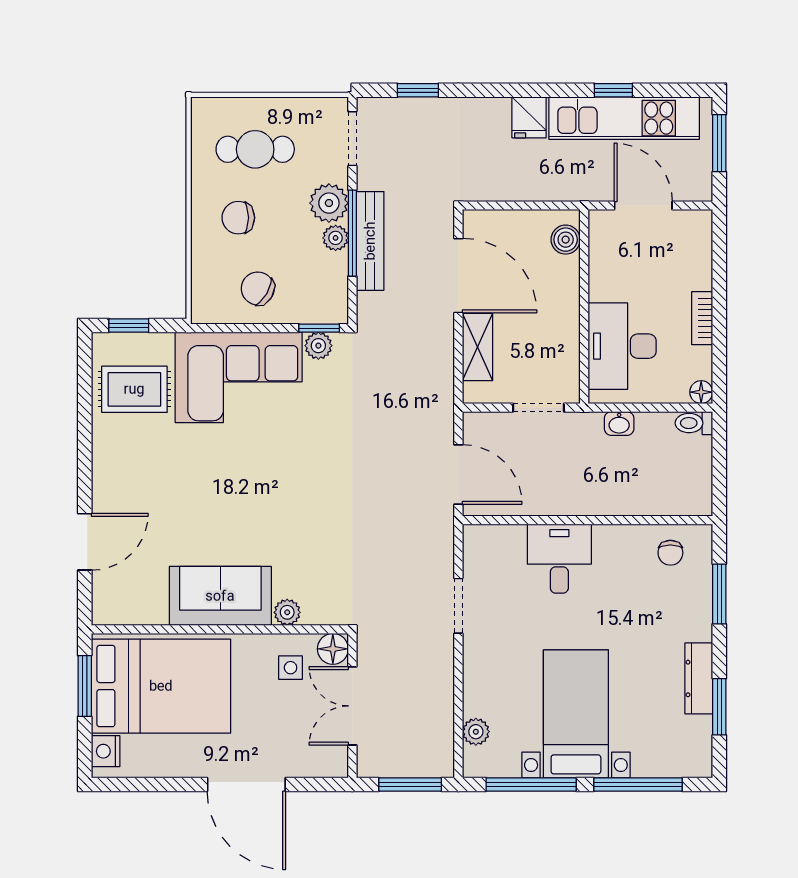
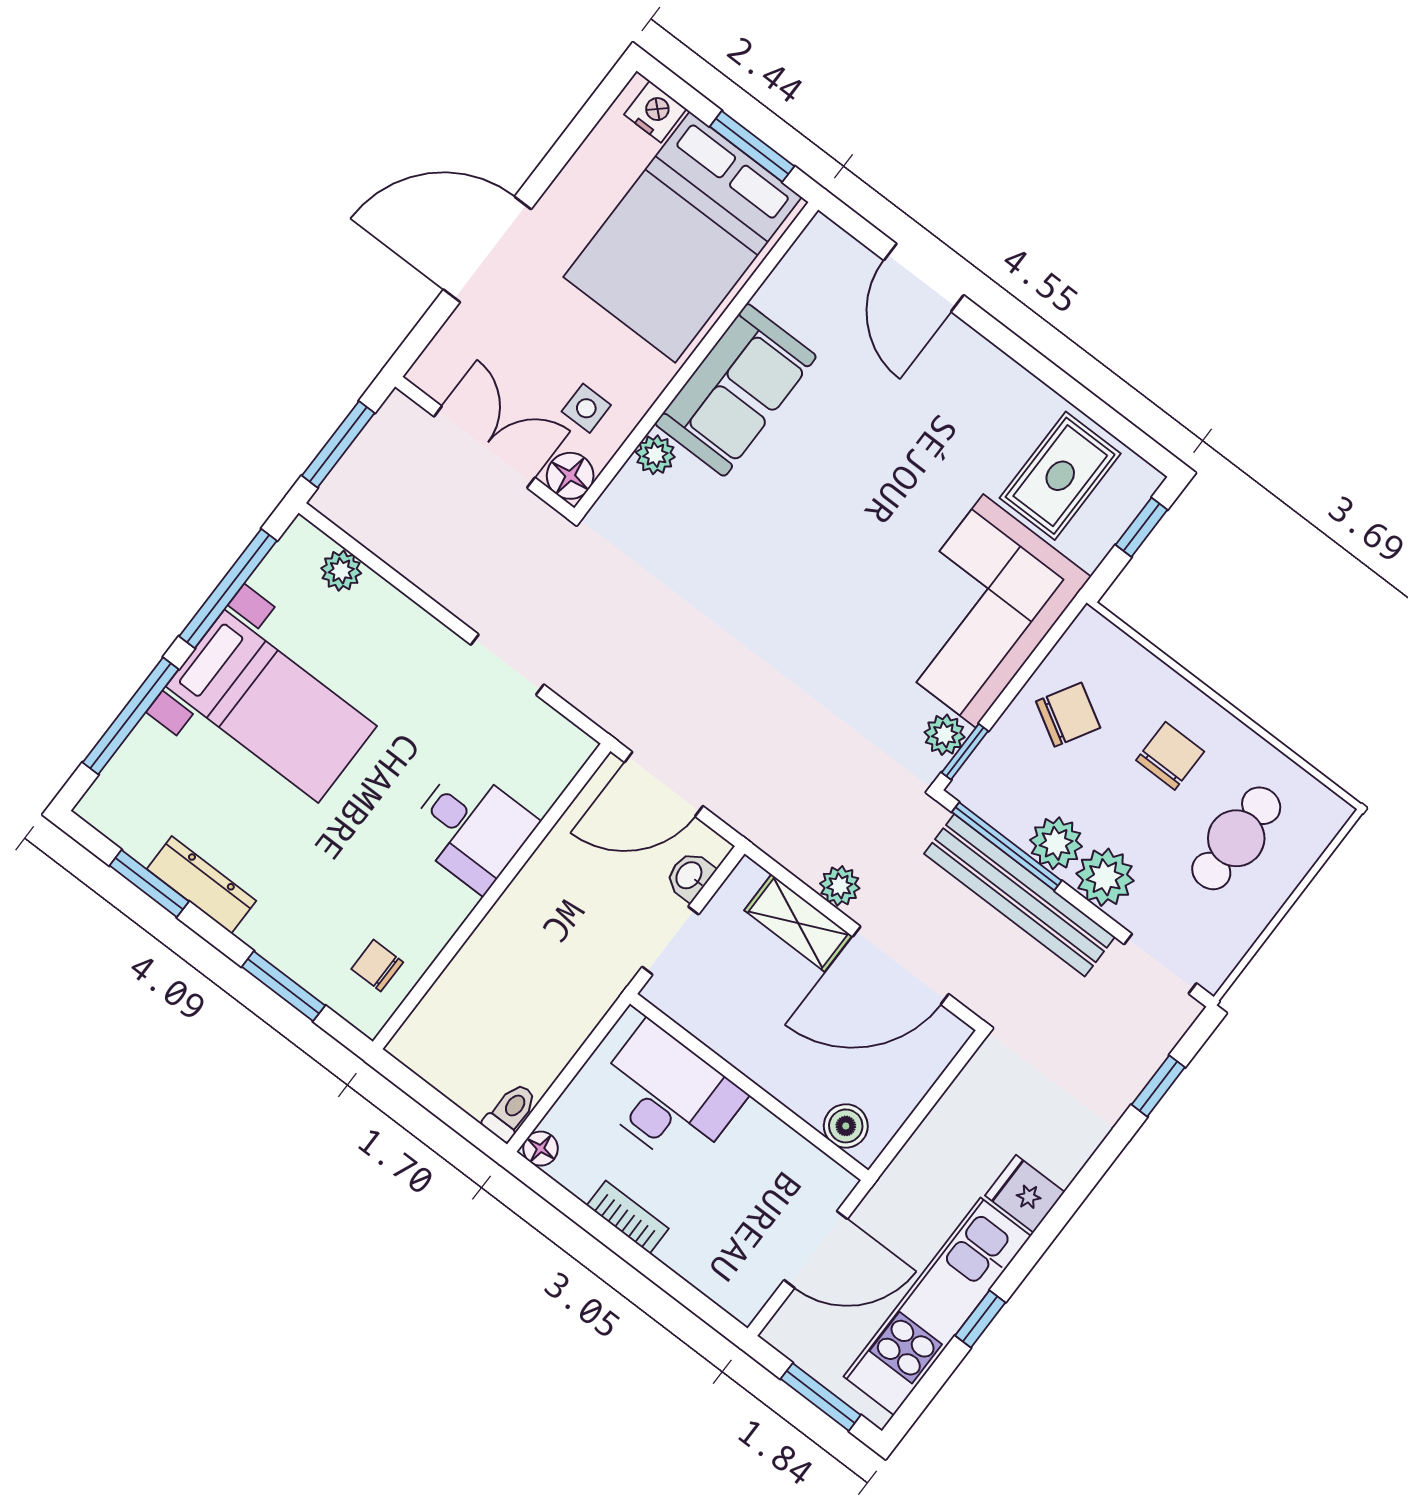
window: (352, 233) -> (1007, 846), moved
plant: (336, 238) -> (1056, 843), width x1.38, depth x1.38
bench: (370, 241) -> (1020, 895), width x1.37, depth x1.21
plant: (441, 340) -> (840, 886), added
washbasin: (619, 423) -> (690, 876), moved

